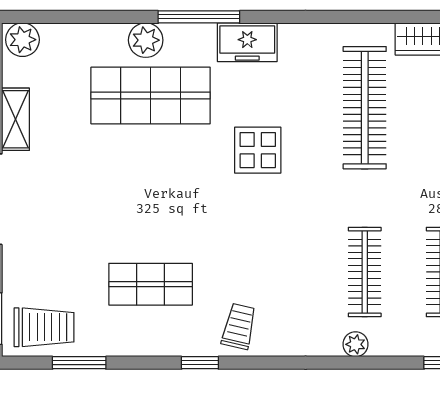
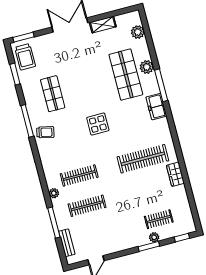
plant: (22, 40) -> (138, 32), moved
display table: (258, 150) -> (98, 124), moved
plant: (355, 344) -> (54, 193), moved
window: (200, 363) -> (27, 121), width x2.17

